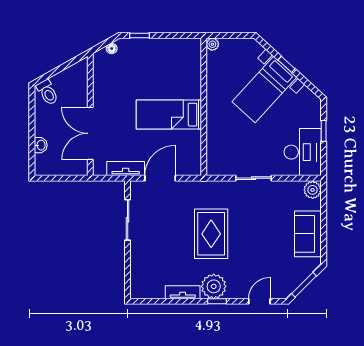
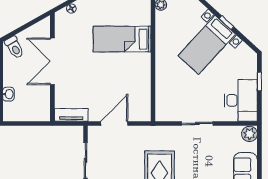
bed: (169, 115) -> (122, 39), moved
double door: (90, 133) -> (52, 61), moved
tv unit: (126, 168) -> (71, 115), moved

